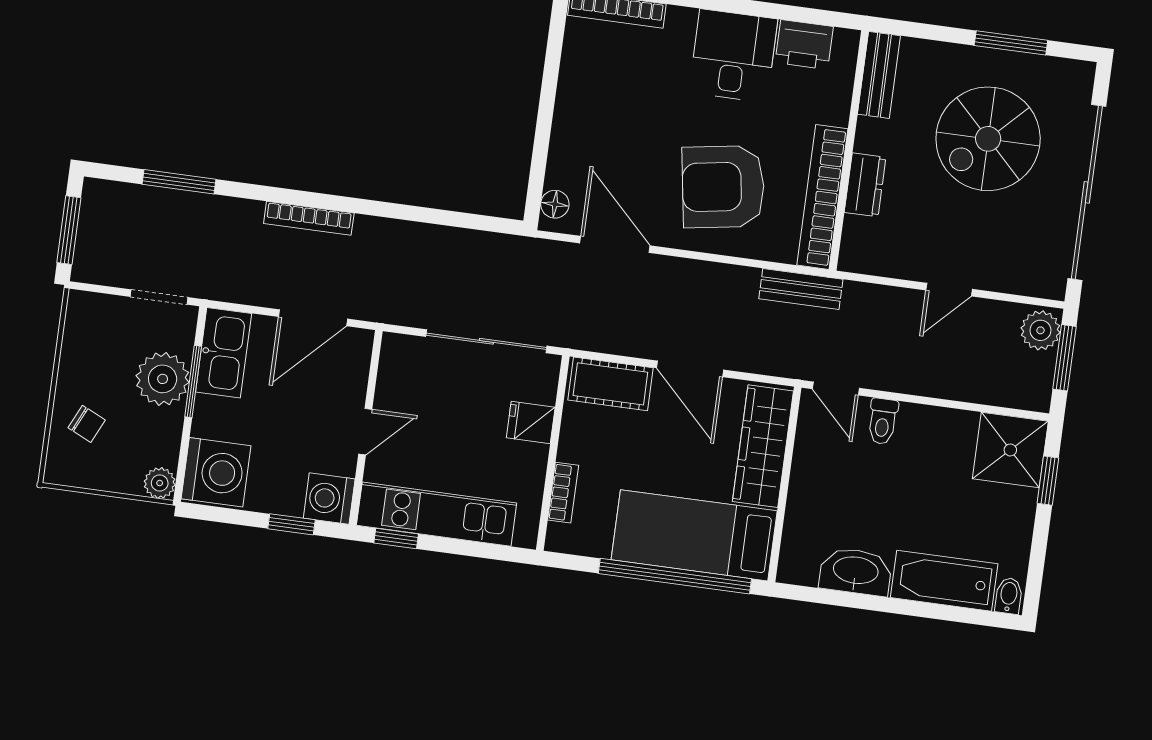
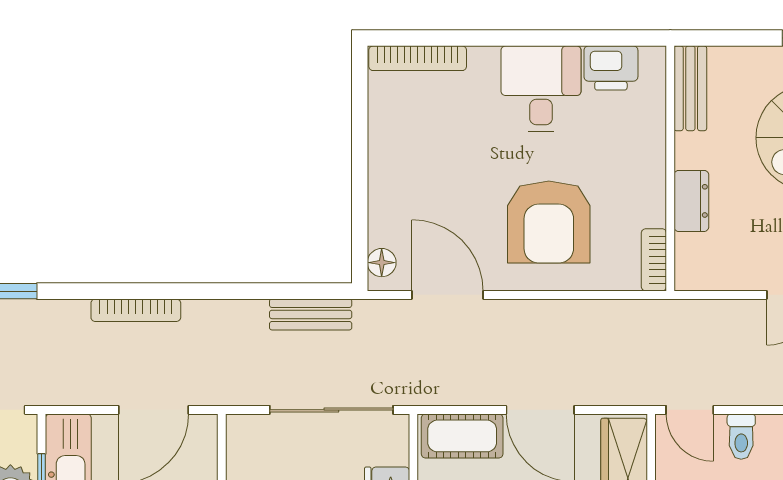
armchair: (723, 187) -> (549, 222), turned -81
bookcase: (822, 197) -> (654, 260), width x0.43, depth x0.76
bench: (801, 289) -> (311, 314), moved

